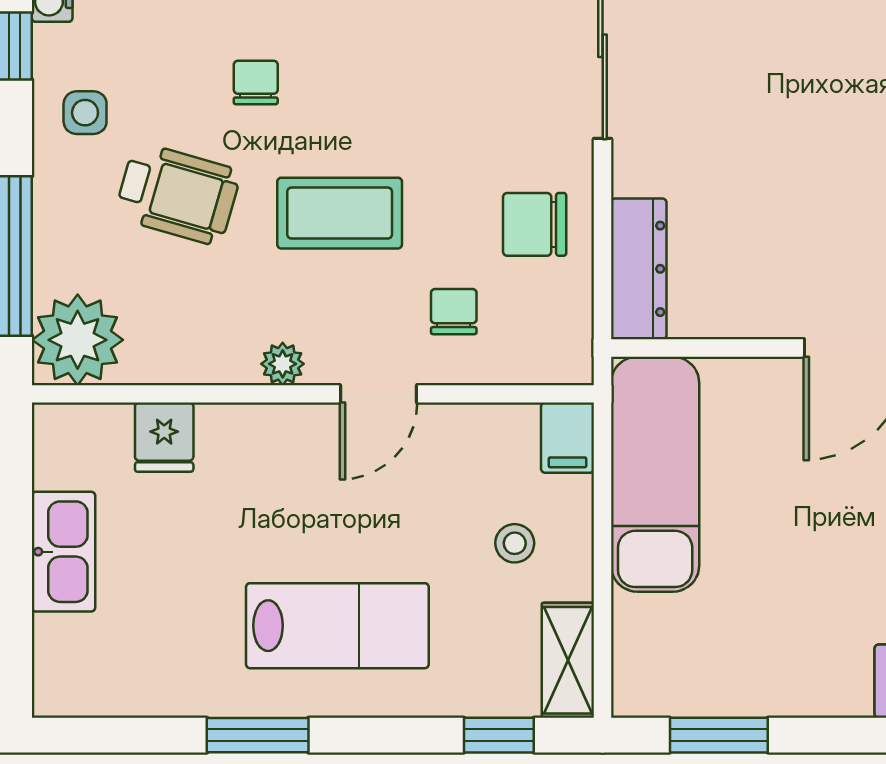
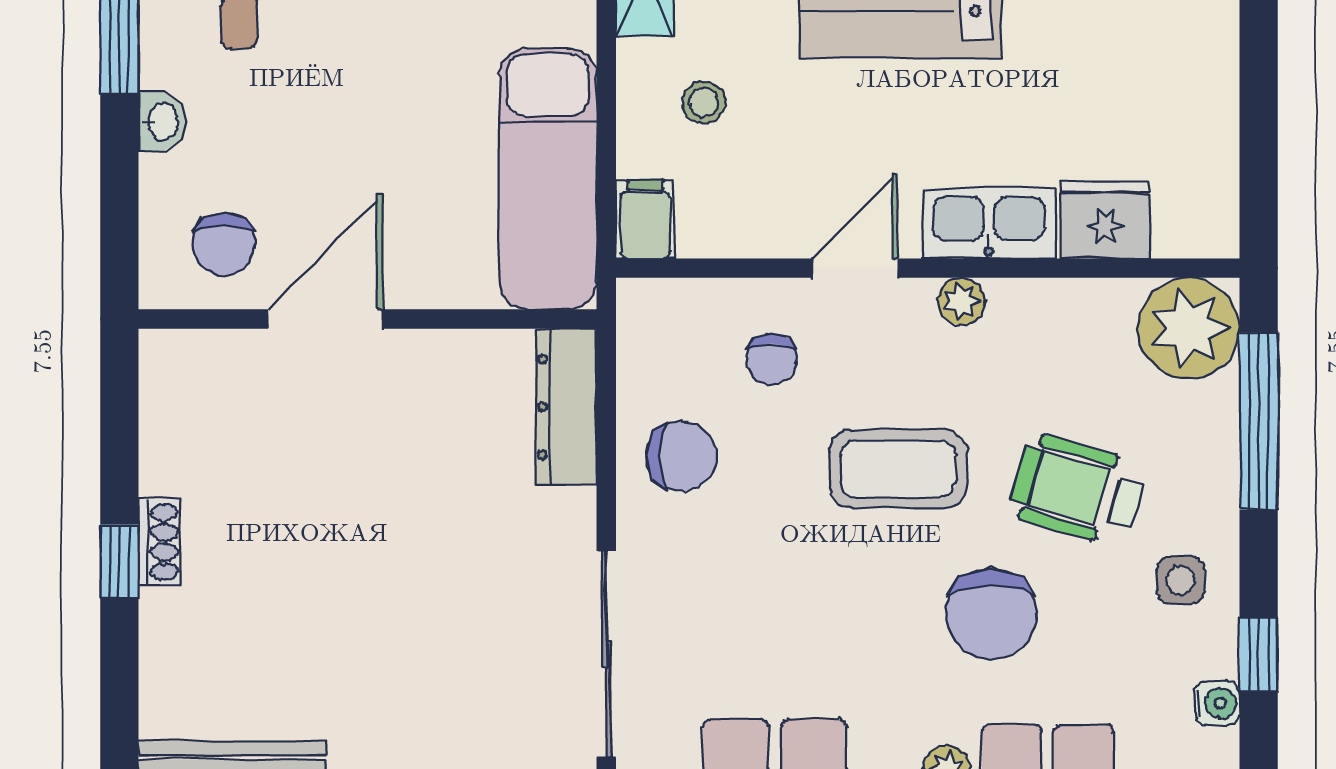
chair: (256, 82) -> (991, 614), width x1.87, depth x1.87
fridge: (164, 437) -> (1105, 220), width x1.38
kitchen sink: (63, 552) -> (989, 223), moved, turned 90

